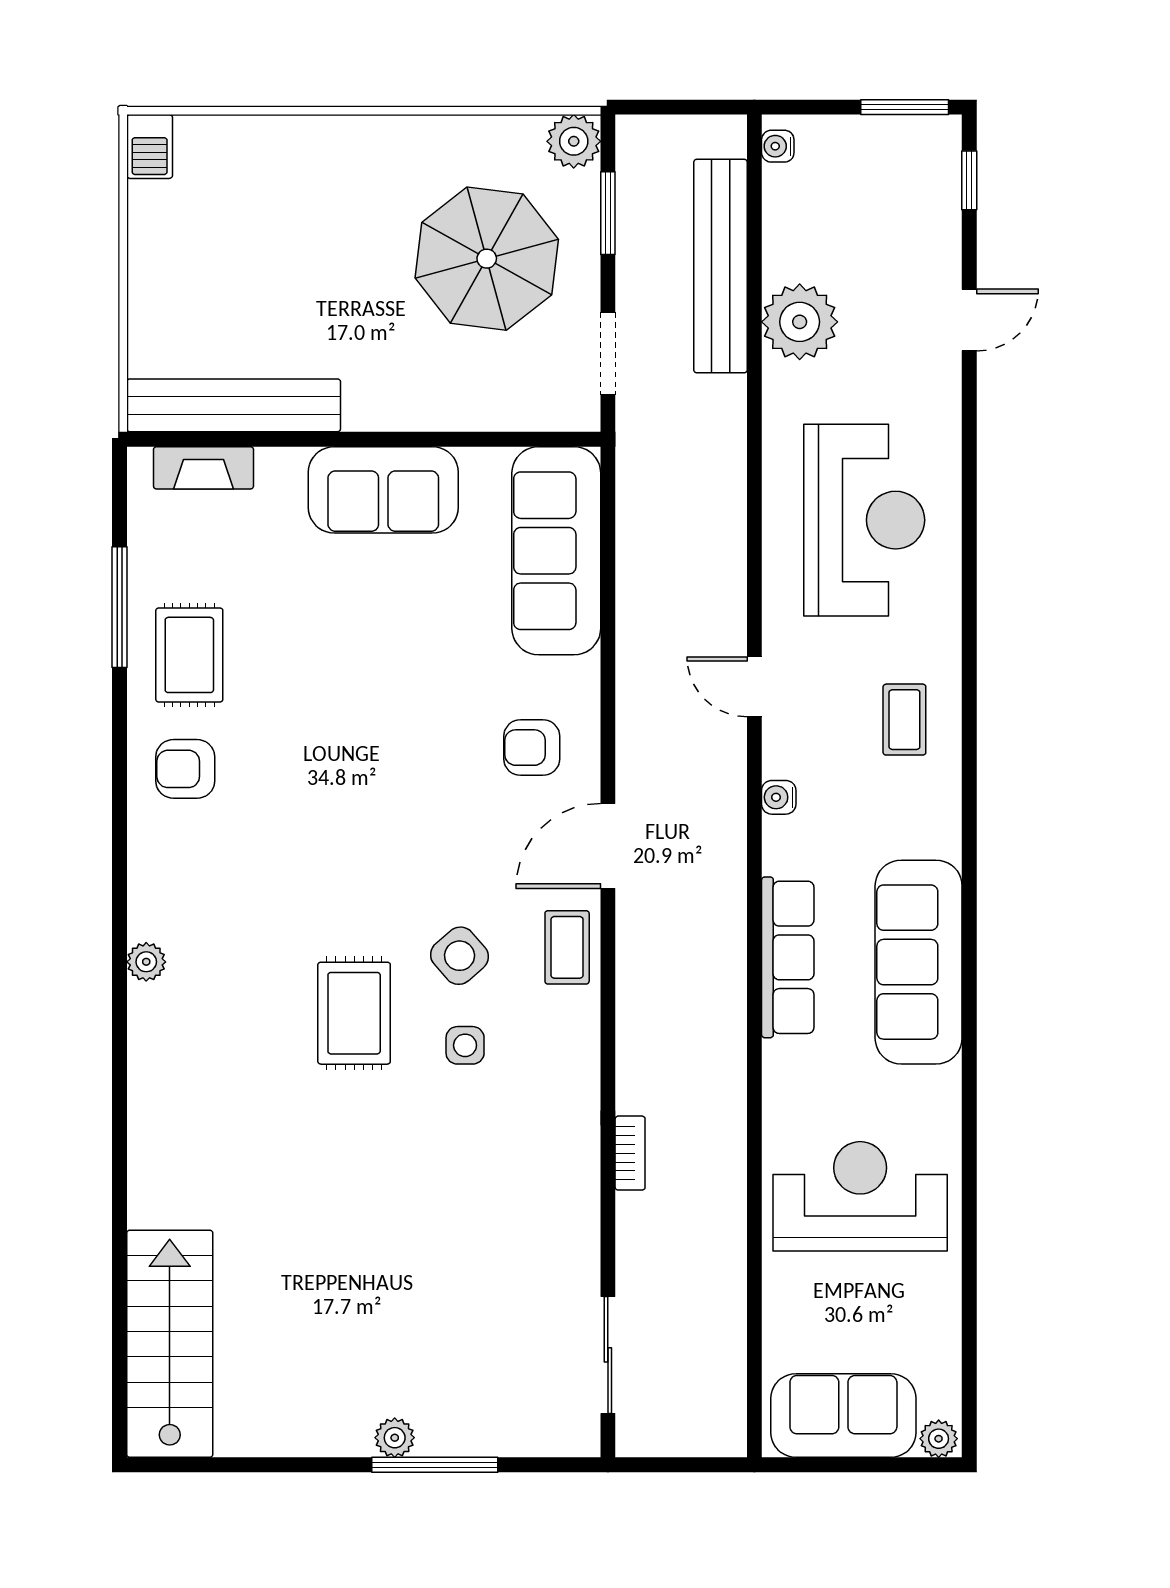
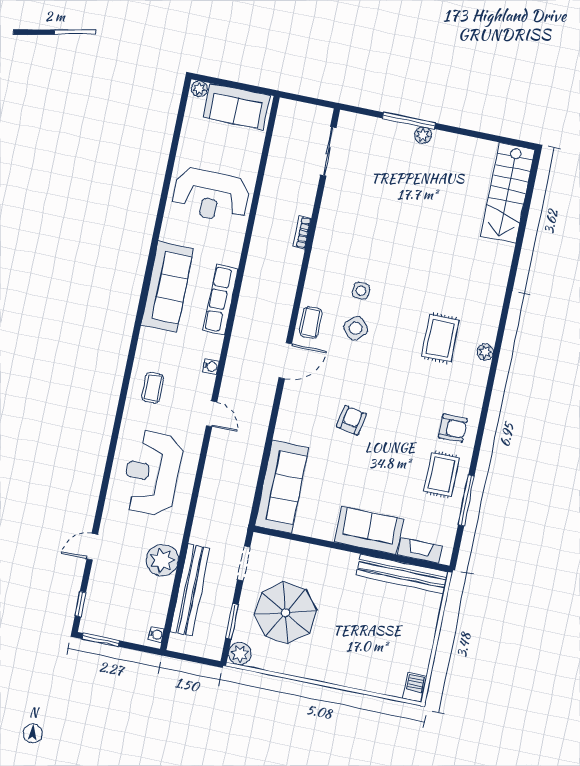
sofa: (383, 490) -> (369, 531), moved
armchair: (532, 748) -> (351, 420), moved, turned -79
rug: (354, 1013) -> (440, 338), moved

